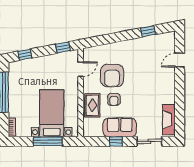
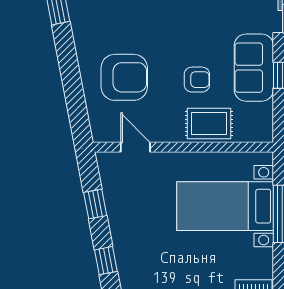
window: (63, 47) -> (95, 204), moved
armchair: (112, 76) -> (124, 77), moved

